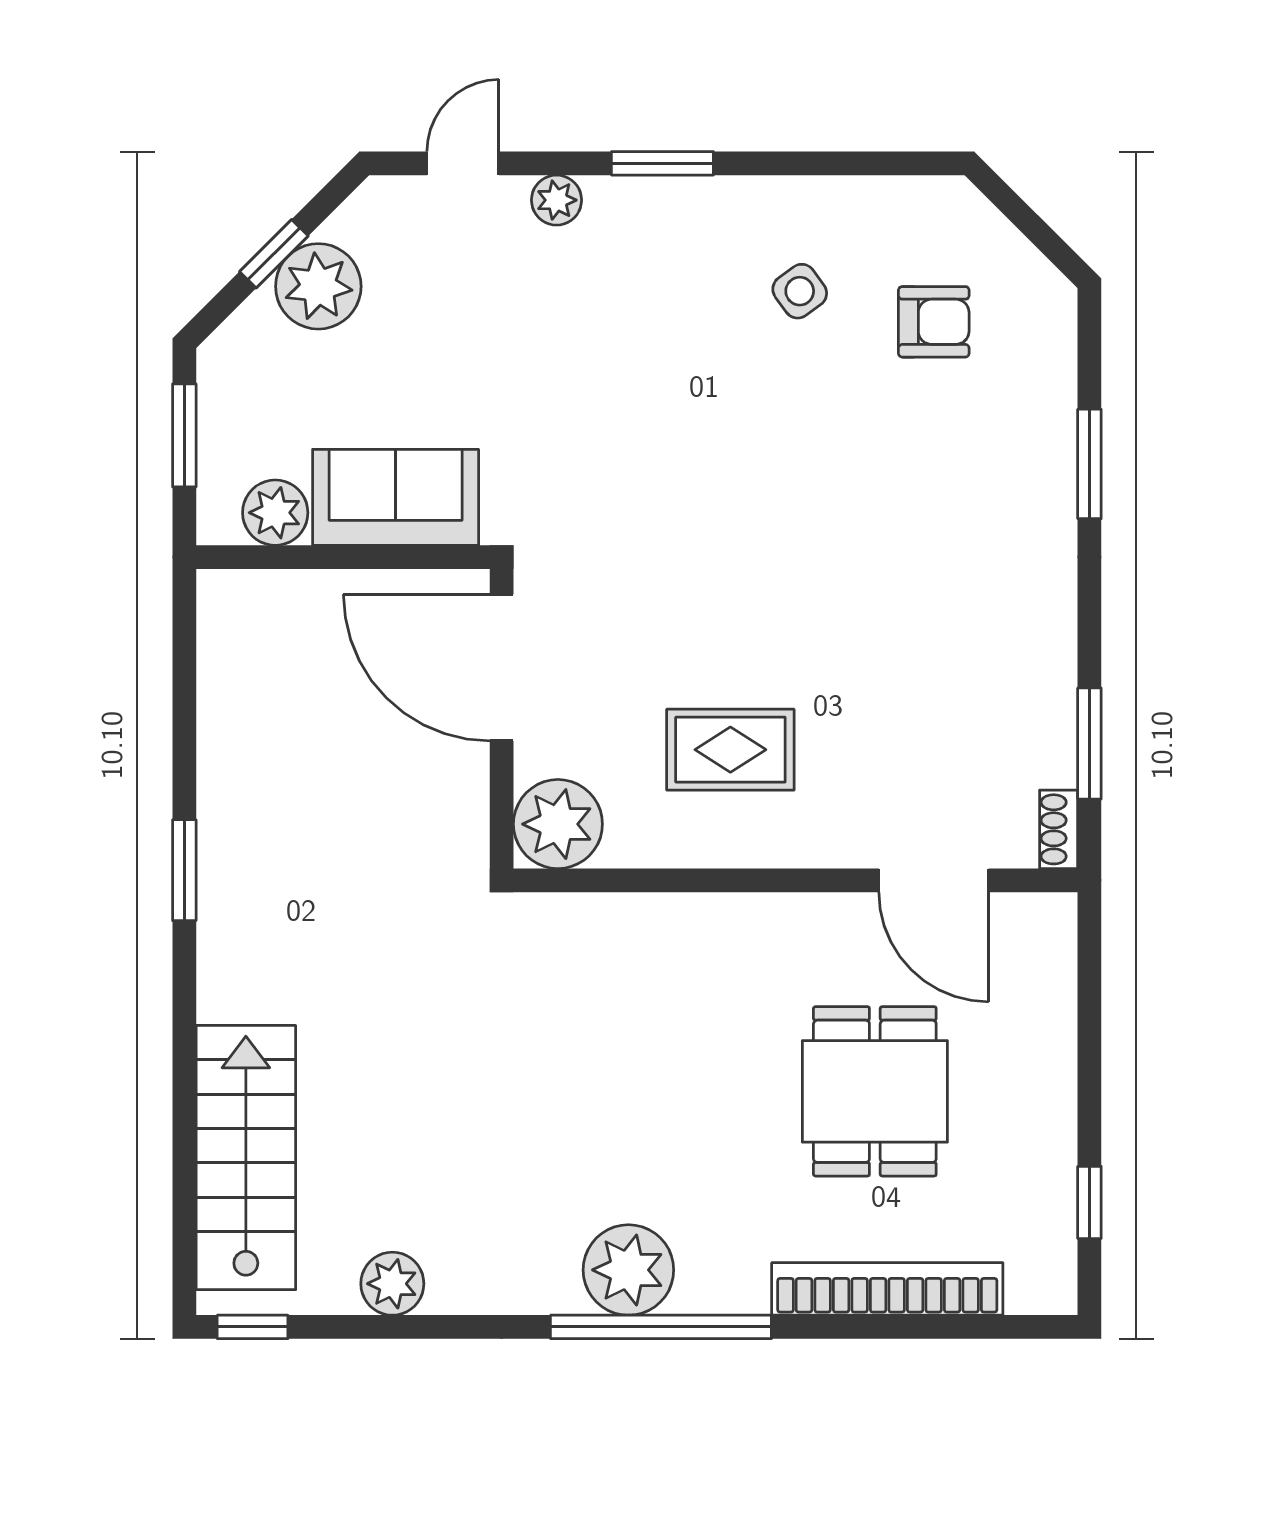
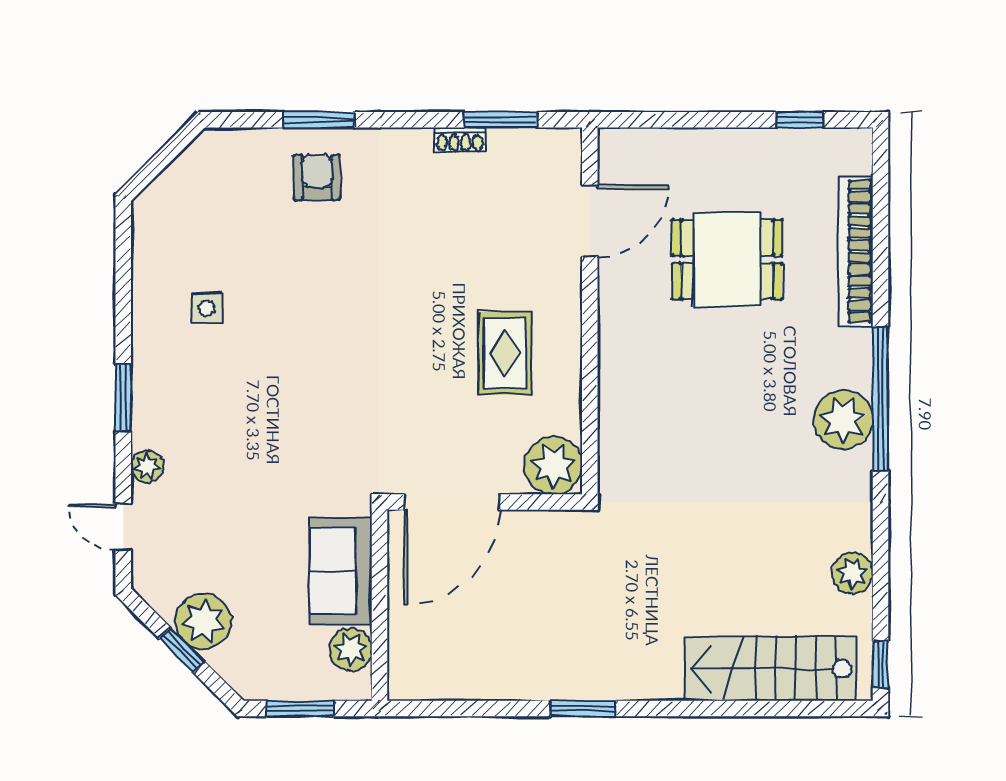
side table: (800, 291) -> (206, 308), turned 36
armchair: (934, 322) -> (317, 177), moved
shoe rack: (1059, 829) -> (460, 140), moved

